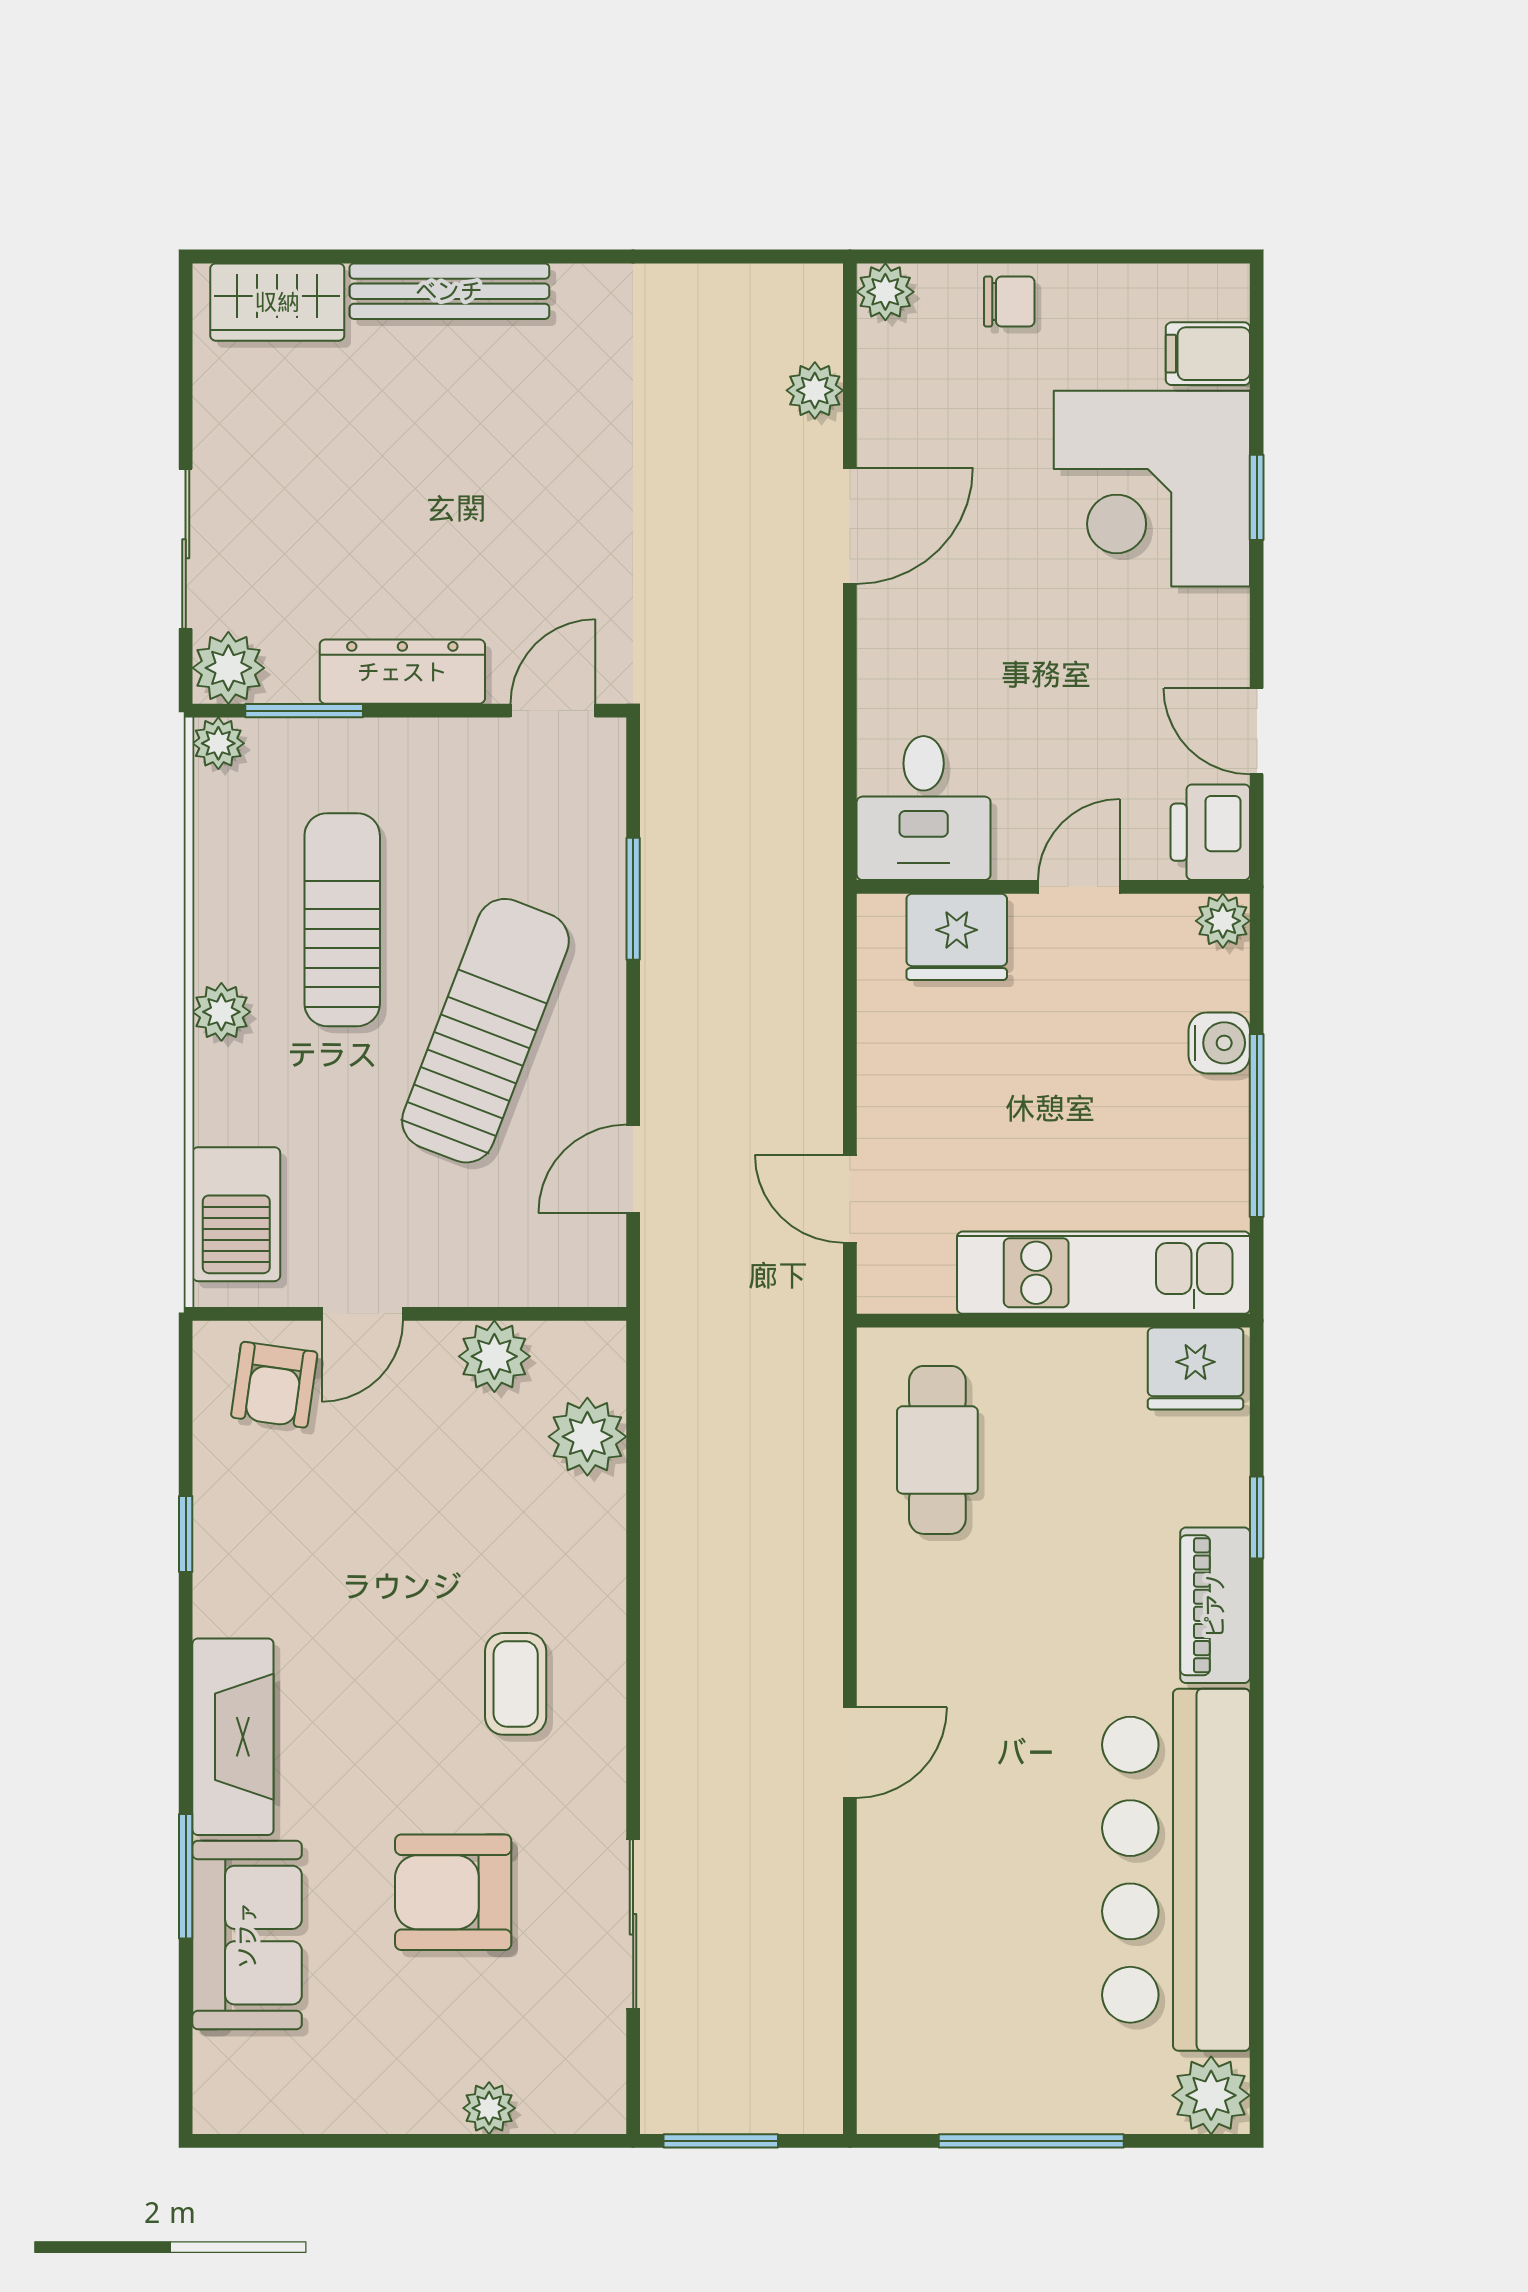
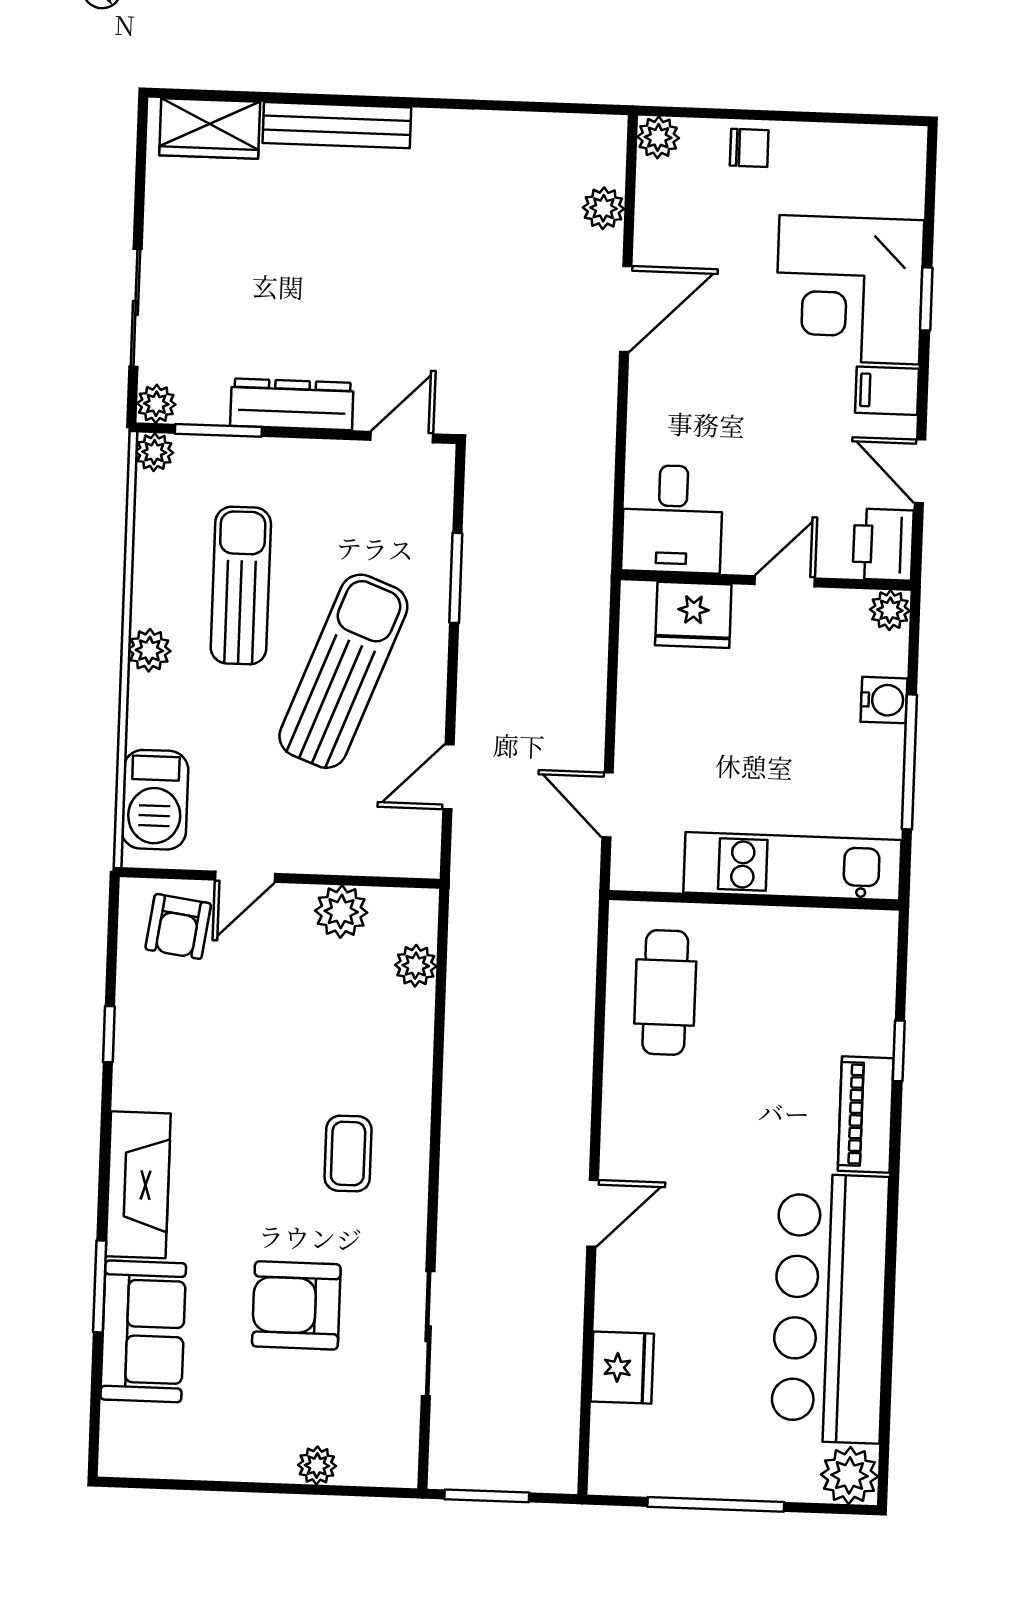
filing cabinet: (1208, 354) -> (887, 391), moved
plant: (228, 668) -> (156, 404), width x0.73, depth x0.73
fridge: (1195, 1369) -> (622, 1368), moved, turned -90
plant: (587, 1437) -> (416, 966), width x0.73, depth x0.73

